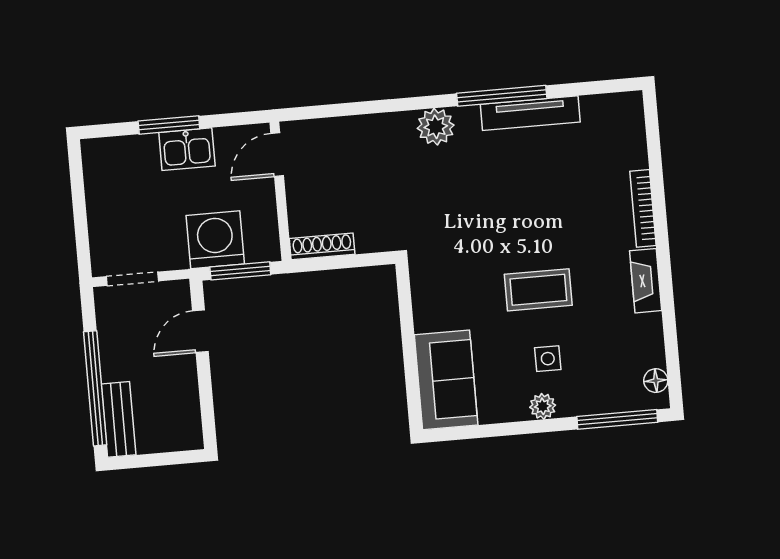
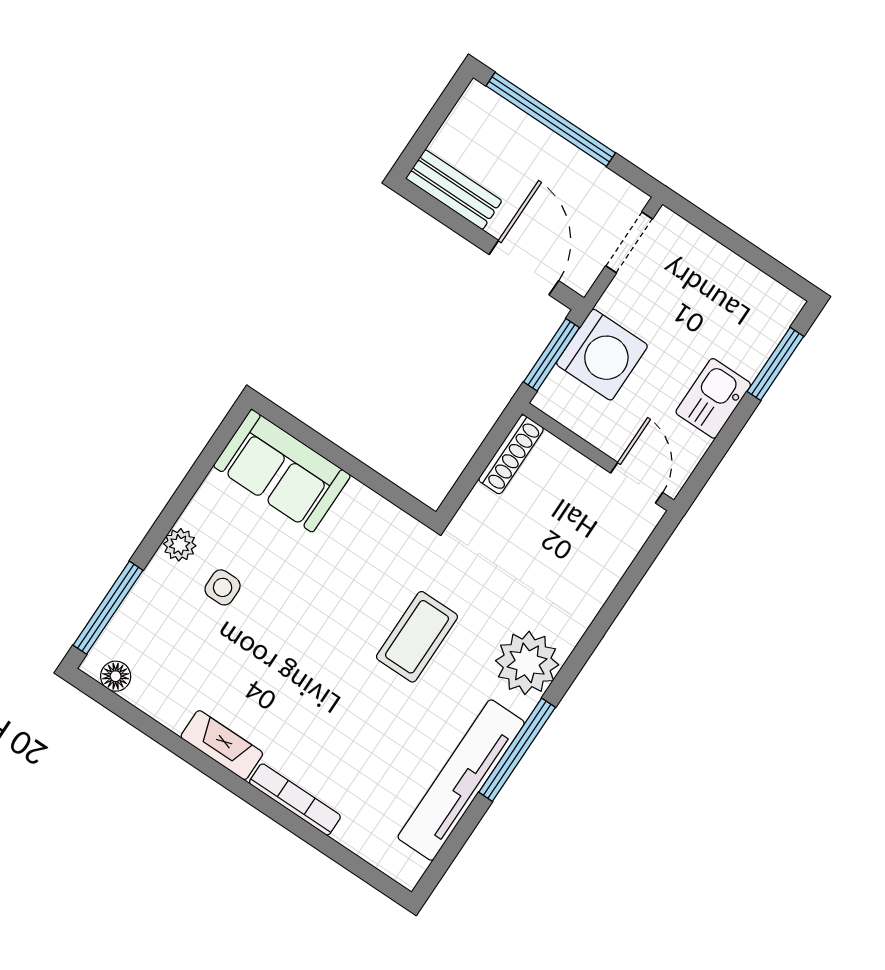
tv unit: (530, 113) -> (461, 780), width x1.36, depth x1.29
window: (169, 125) -> (775, 364), moved
plant: (436, 127) -> (527, 663), width x1.36, depth x1.36
coffee table: (538, 290) -> (417, 637), moved
door: (200, 331) -> (524, 268), width x1.37
bench: (119, 419) -> (454, 190), moved

